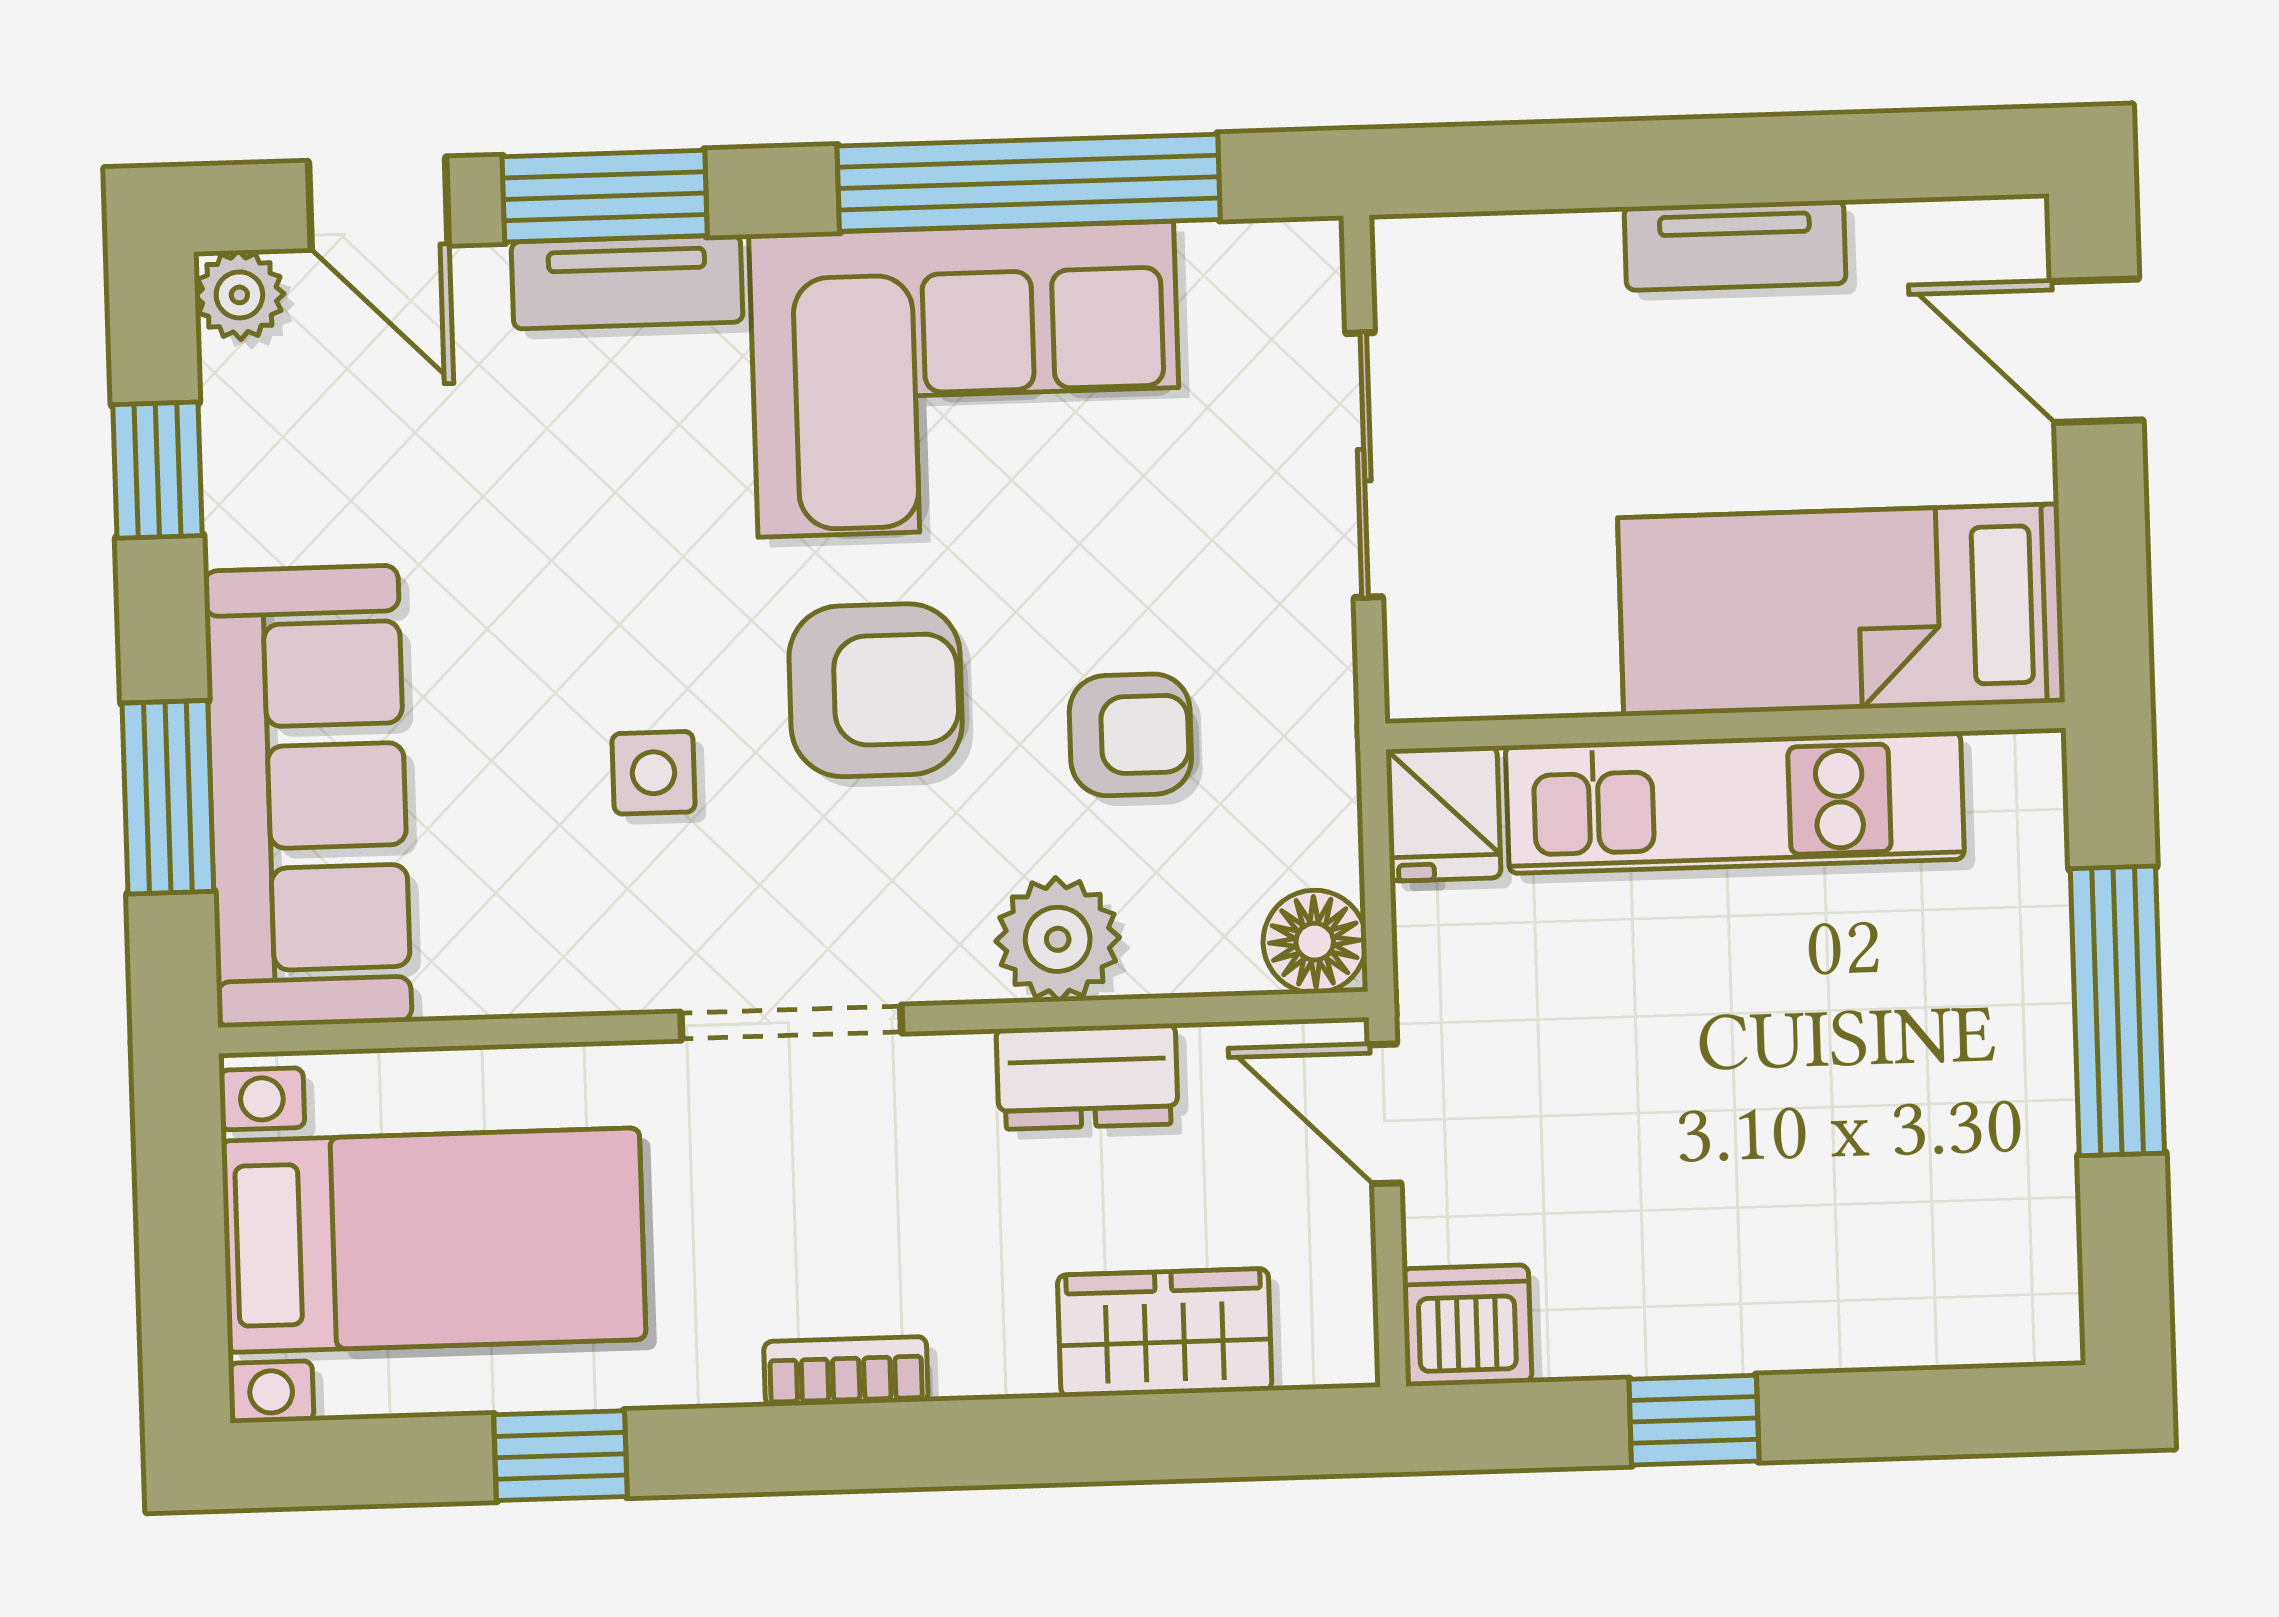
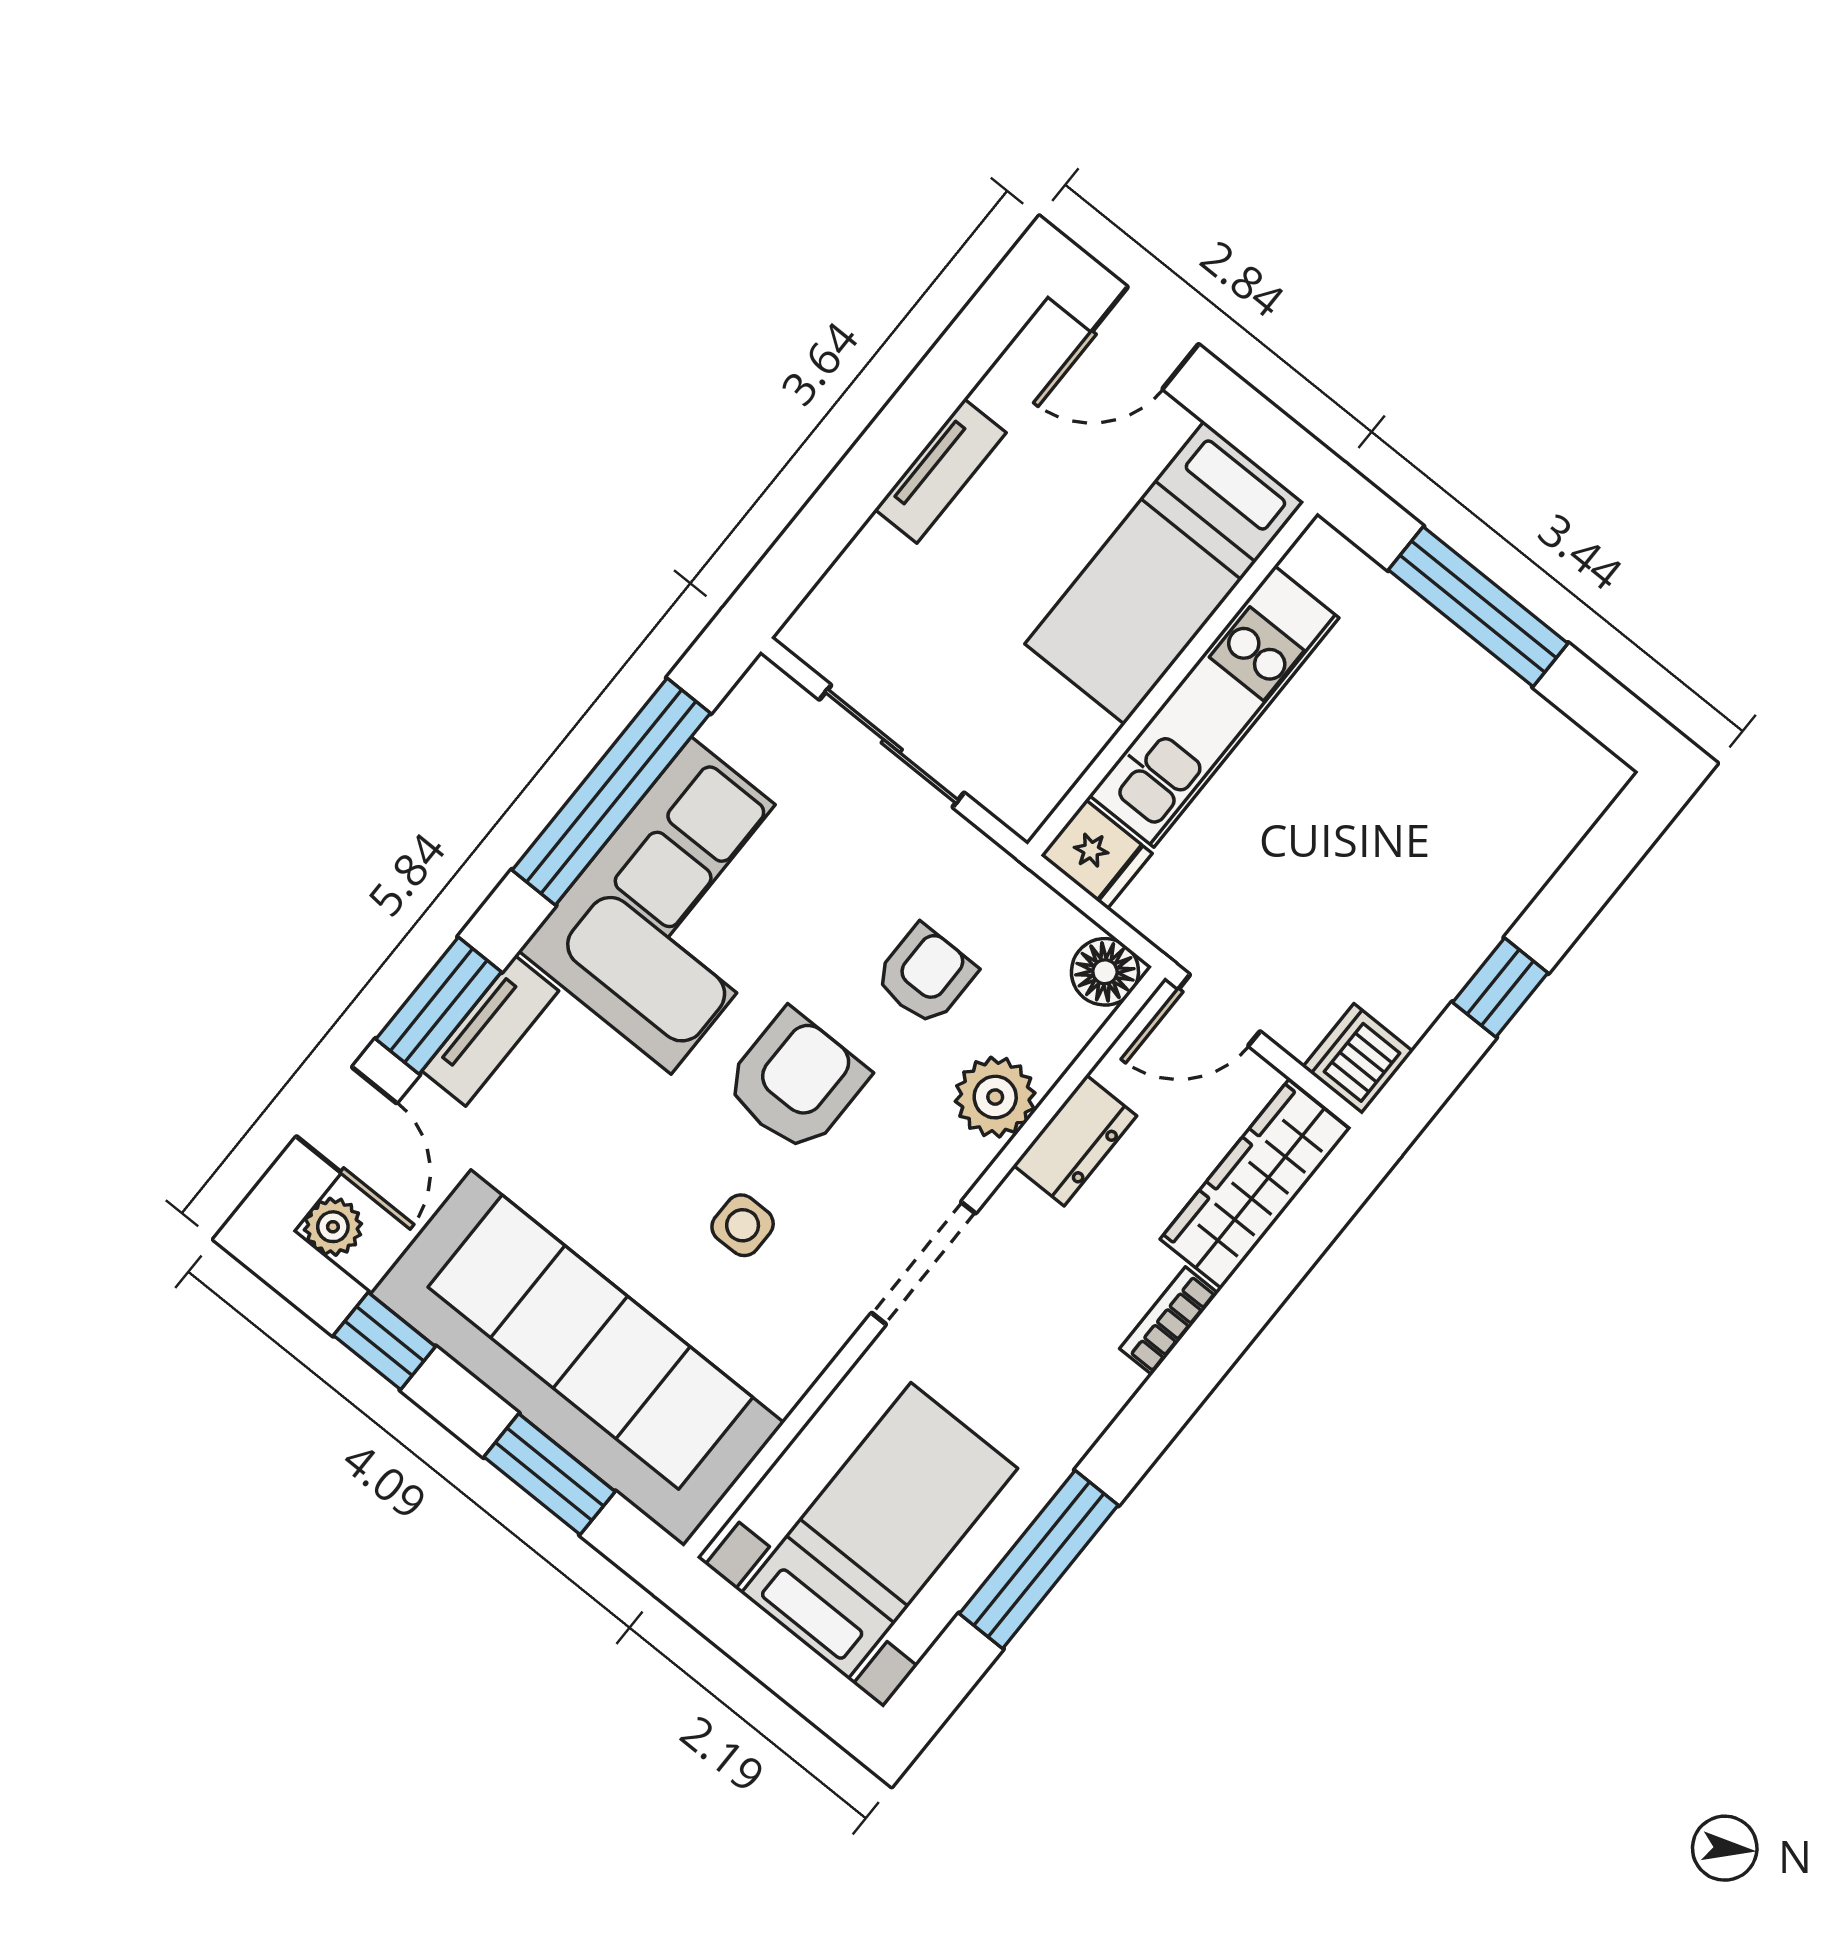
door: (378, 203) -> (347, 1120), hinge flipped
sofa: (308, 796) -> (577, 1358), width x1.36, depth x1.27
wardrobe: (1165, 1333) -> (1255, 1184), width x1.50
bookcase: (846, 1371) -> (1169, 1321), moved
window: (561, 1456) -> (1039, 1559), width x2.17

